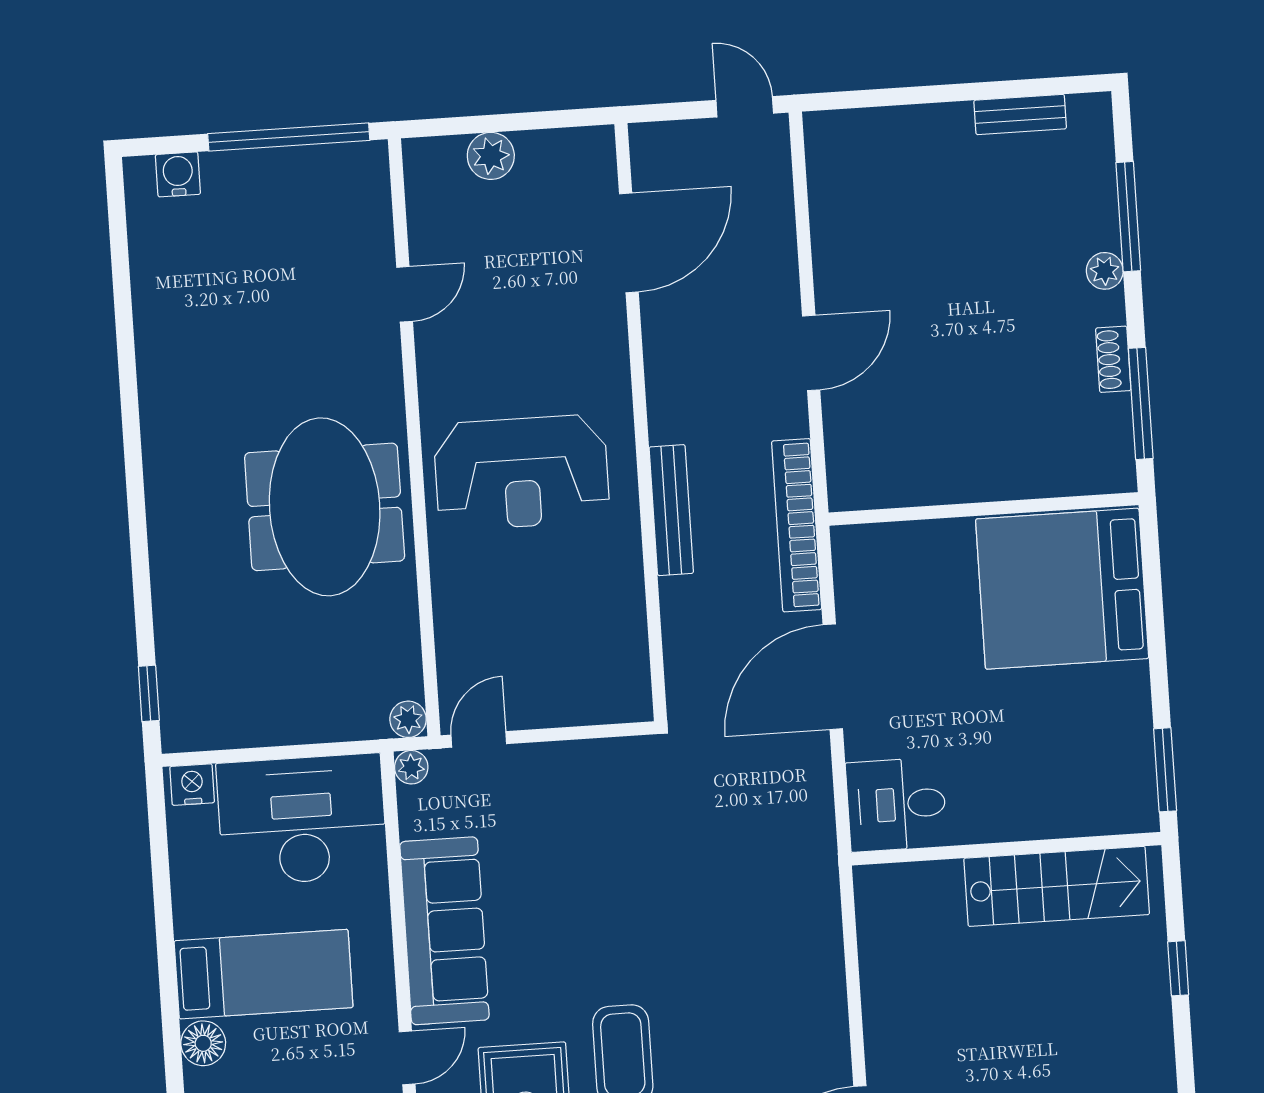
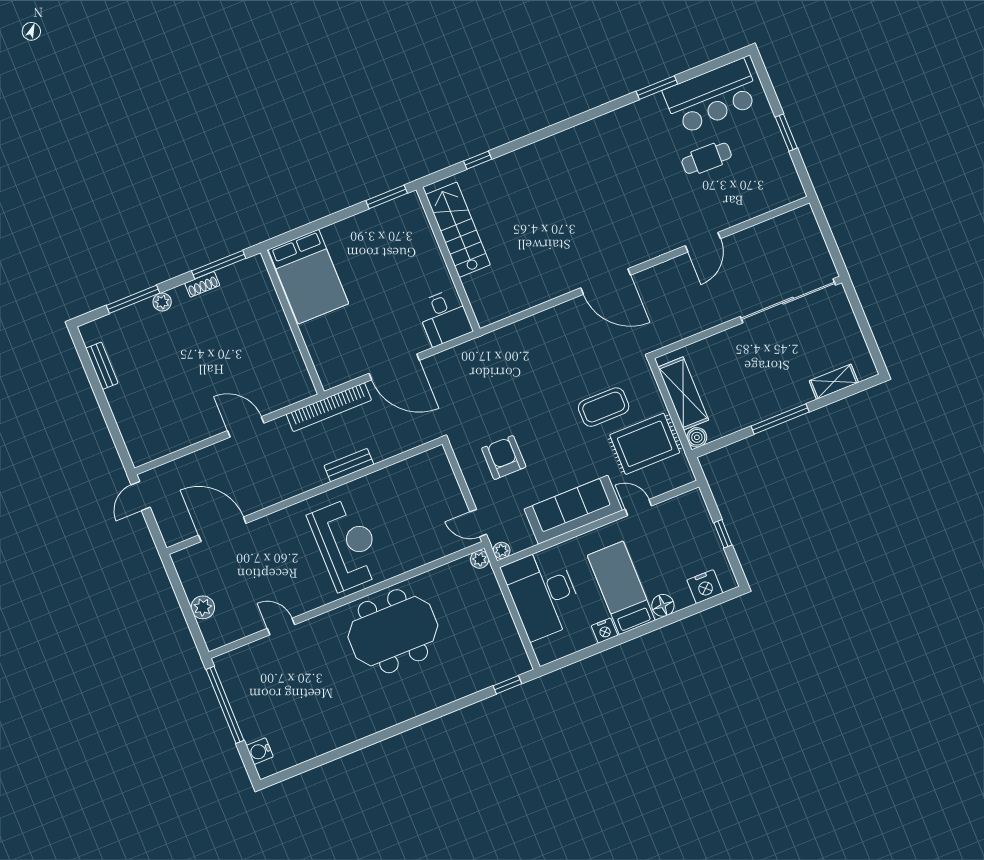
bench: (671, 510) -> (349, 465), width x0.73
bed: (1062, 589) -> (308, 277), width x0.73
nightstand: (192, 785) -> (604, 631), moved, turned -90
armchair: (589, 830) -> (504, 458), added

